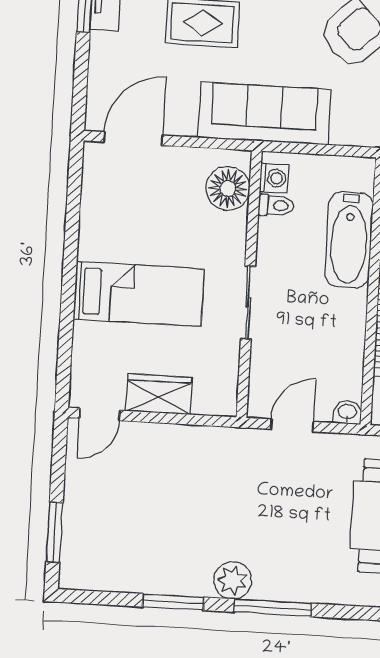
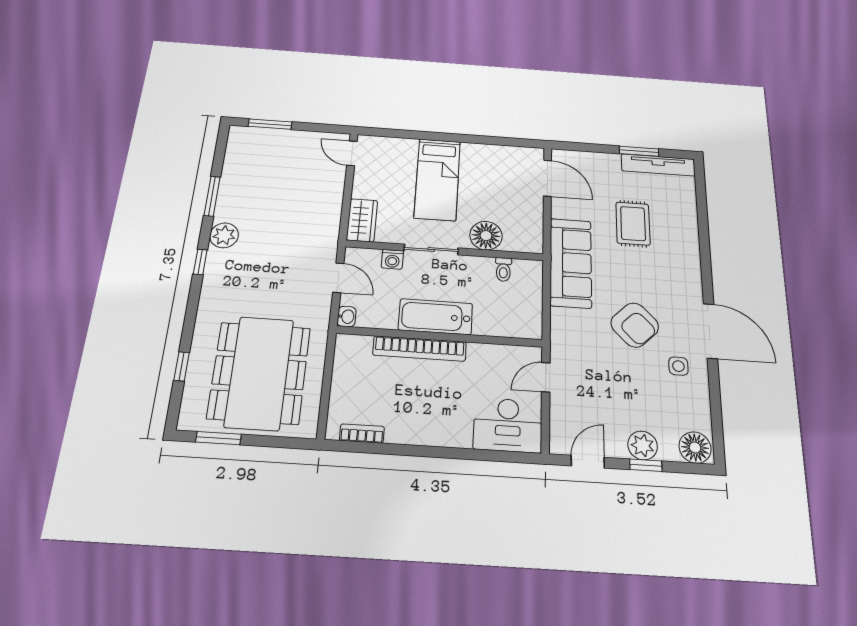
washing machine: (274, 178) -> (392, 259), moved
floor lamp: (228, 188) -> (486, 236), moved
bathtub: (349, 240) -> (435, 317), moved
wardrobe: (159, 394) -> (362, 220), moved
window: (273, 608) -> (200, 262), width x0.46

